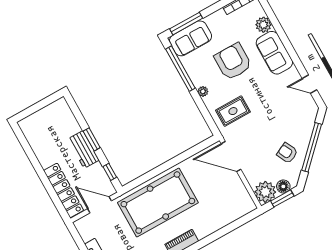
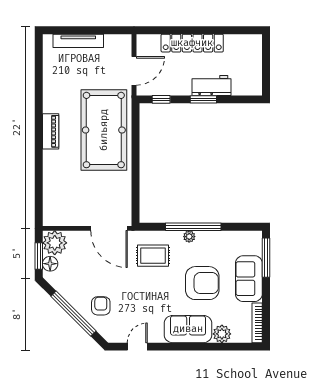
sofa: (191, 38) -> (249, 279), moved
window: (180, 69) -> (193, 227), moved
rug: (233, 111) -> (153, 256), turned 90
workbench: (83, 150) -> (211, 85), moved
armchair: (287, 153) -> (101, 306), moved, turned -64
door: (231, 156) -> (109, 228), swing flipped
locker: (64, 190) -> (192, 43), moved

